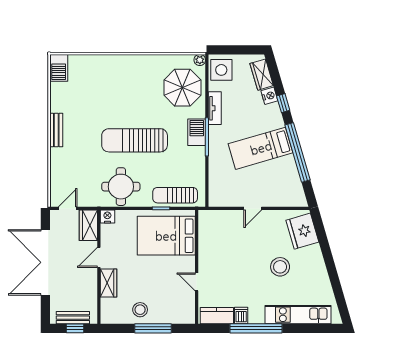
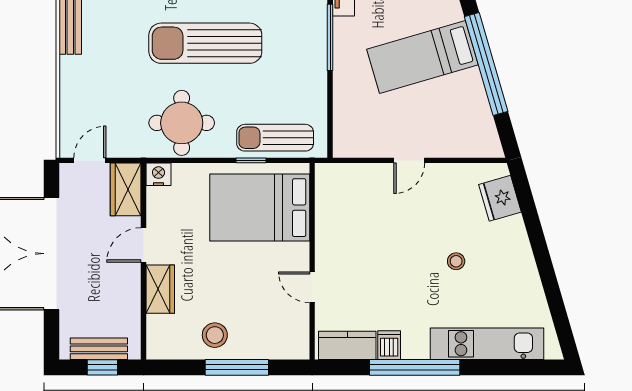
barbecue: (197, 132) -> (312, 29), removed
fridge: (302, 231) -> (500, 198), width x0.73, depth x0.75
stool: (280, 267) -> (456, 261), width x0.53, depth x0.53

